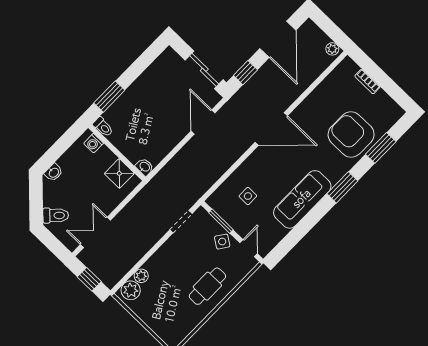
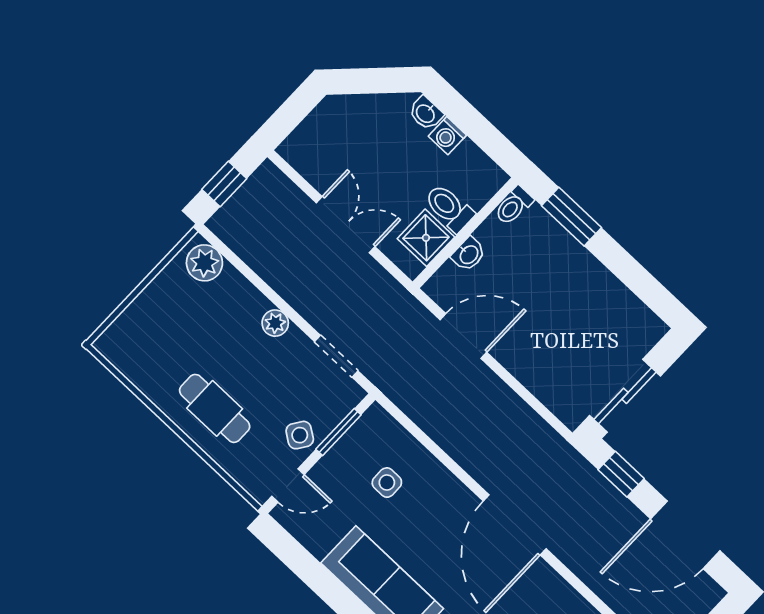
door: (203, 122) -> (463, 336), moved
washing machine: (94, 143) -> (447, 136), moved, turned -90
washbasin: (145, 167) -> (469, 254), moved
toilet: (56, 215) -> (449, 208), moved, turned 135
double door: (95, 232) -> (346, 225), moved
plant: (141, 276) -> (275, 323), moved

